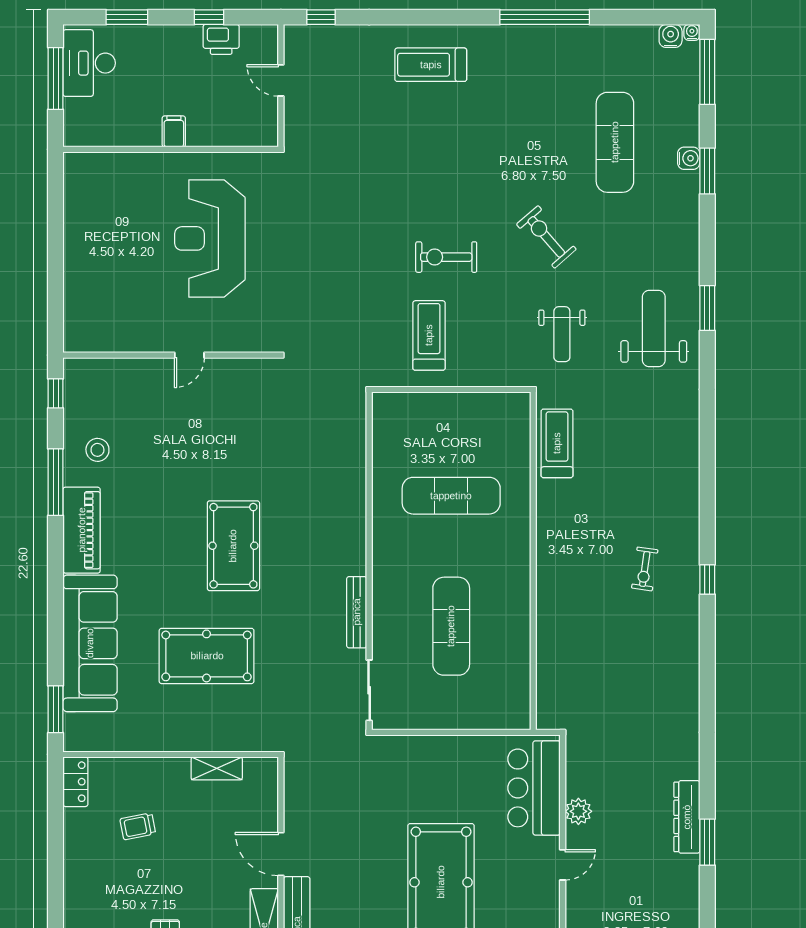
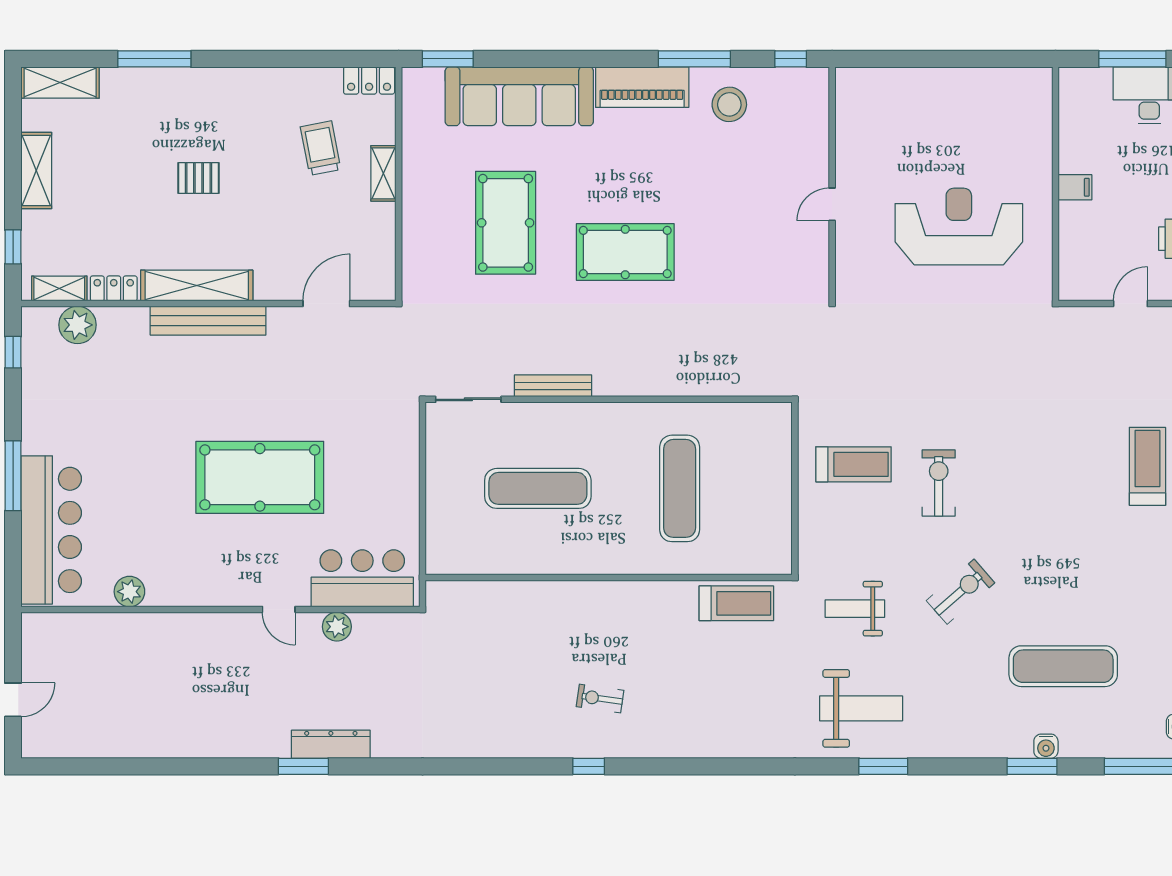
door: (189, 355) -> (832, 204), hinge flipped
stool: (97, 450) -> (729, 104), width x1.38, depth x1.38
shelving: (217, 768) -> (383, 173), moved
trolley: (138, 826) -> (321, 148), width x1.36, depth x1.39
door: (281, 854) -> (326, 304), moved

